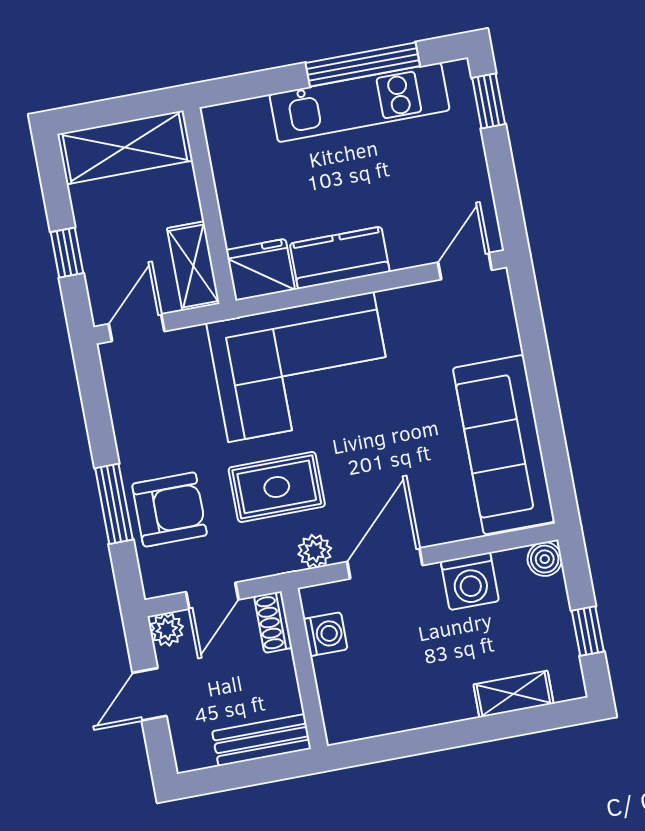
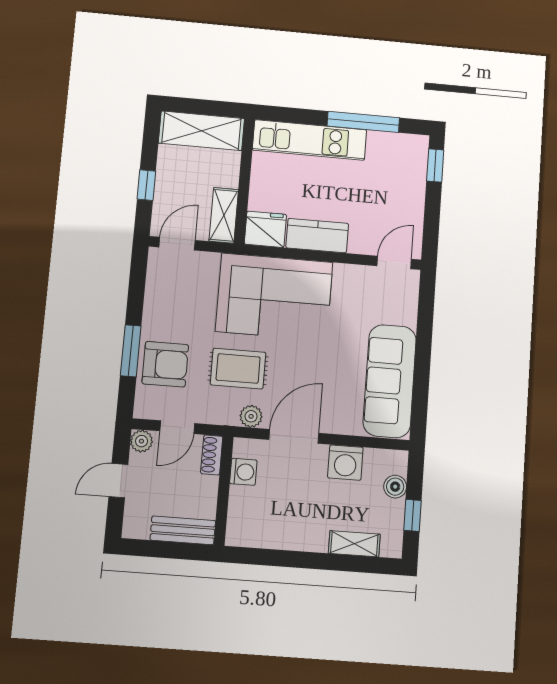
kitchen unit: (359, 102) -> (310, 140), moved
boiler: (545, 559) -> (395, 487), moved

